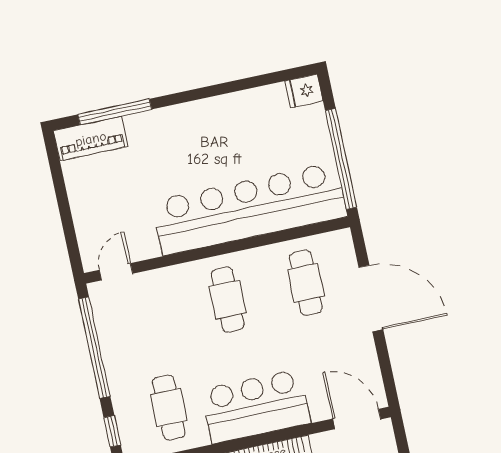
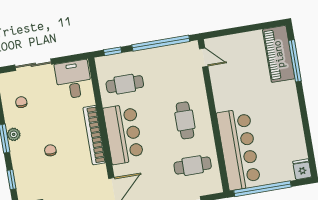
piano: (91, 139) -> (279, 54), width x1.37, depth x1.33
bar counter: (249, 209) -> (239, 149), width x0.73
cafe table: (228, 300) -> (185, 120), turned 90

